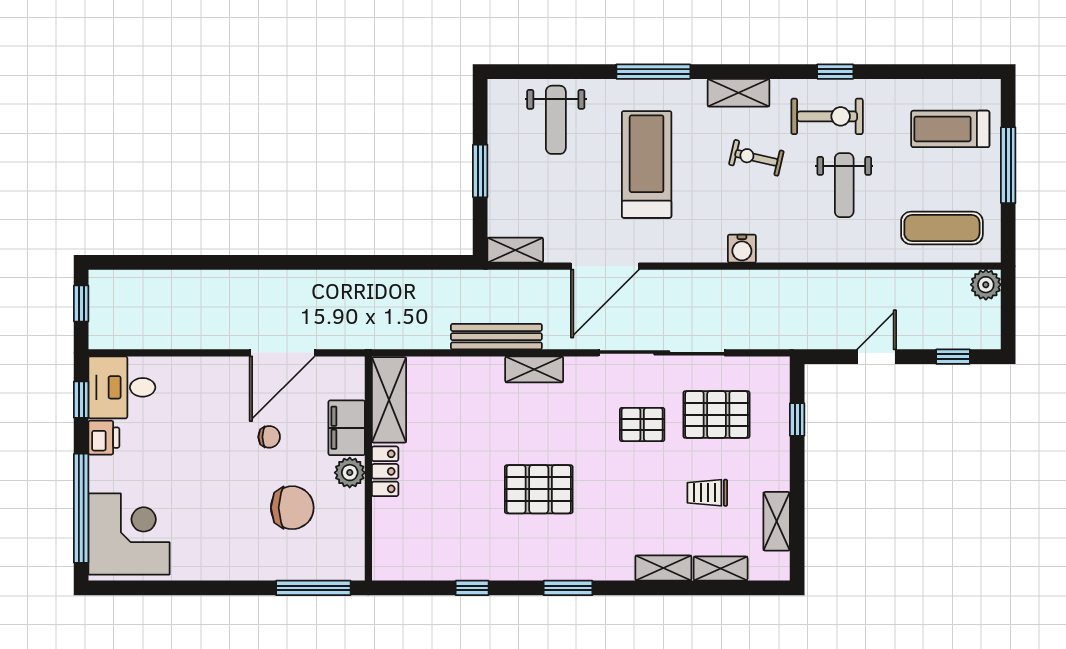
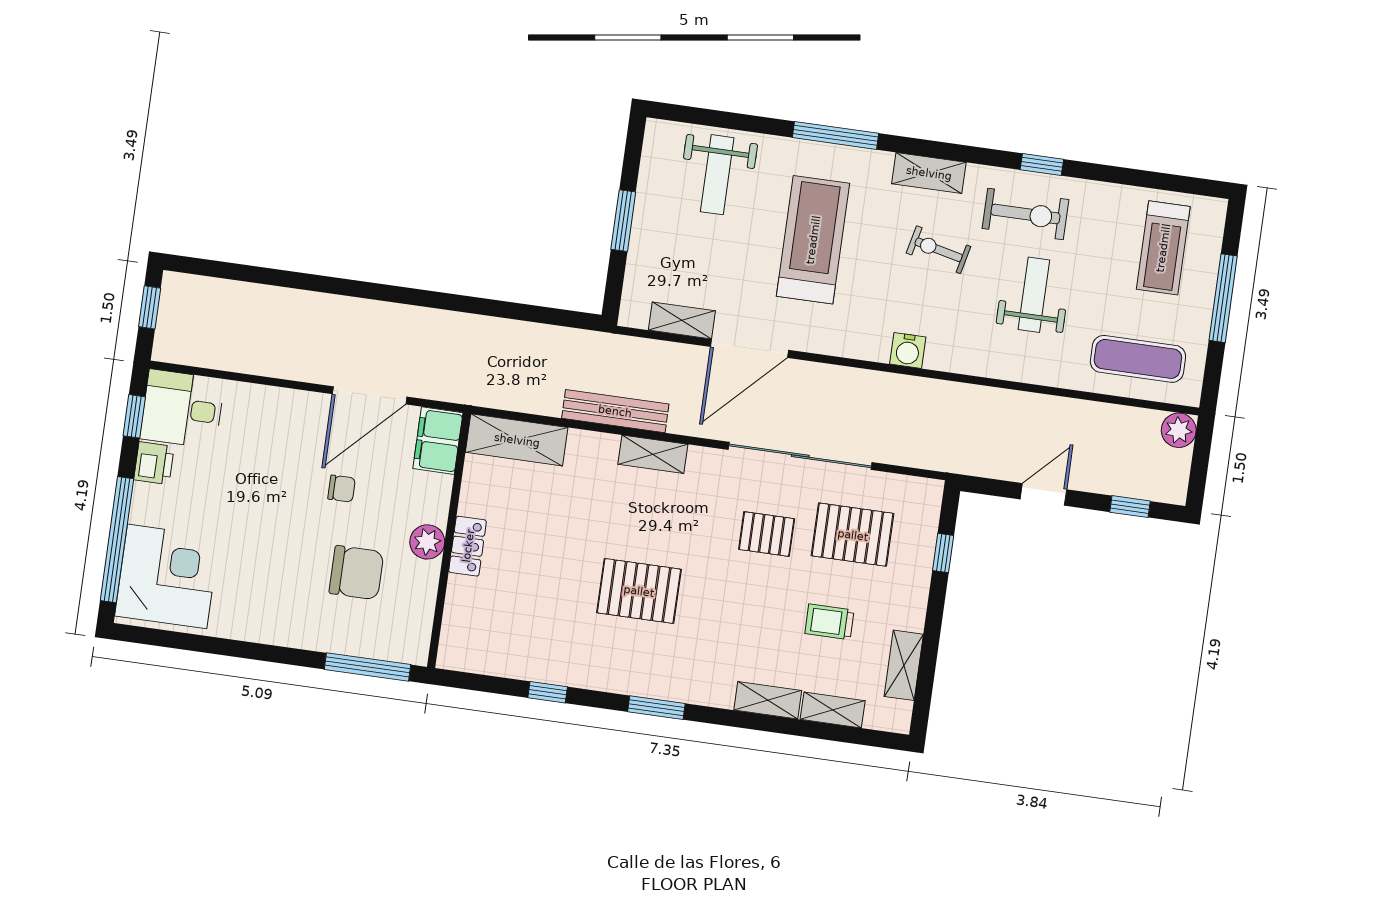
treadmill: (950, 129) -> (1163, 248), turned -90
weight bench: (844, 185) -> (1034, 295), turned 180
shelving: (515, 250) -> (682, 320), moved
shelving: (389, 400) -> (517, 440), moved, turned 90
filing cabinet: (347, 428) -> (438, 441), moved

